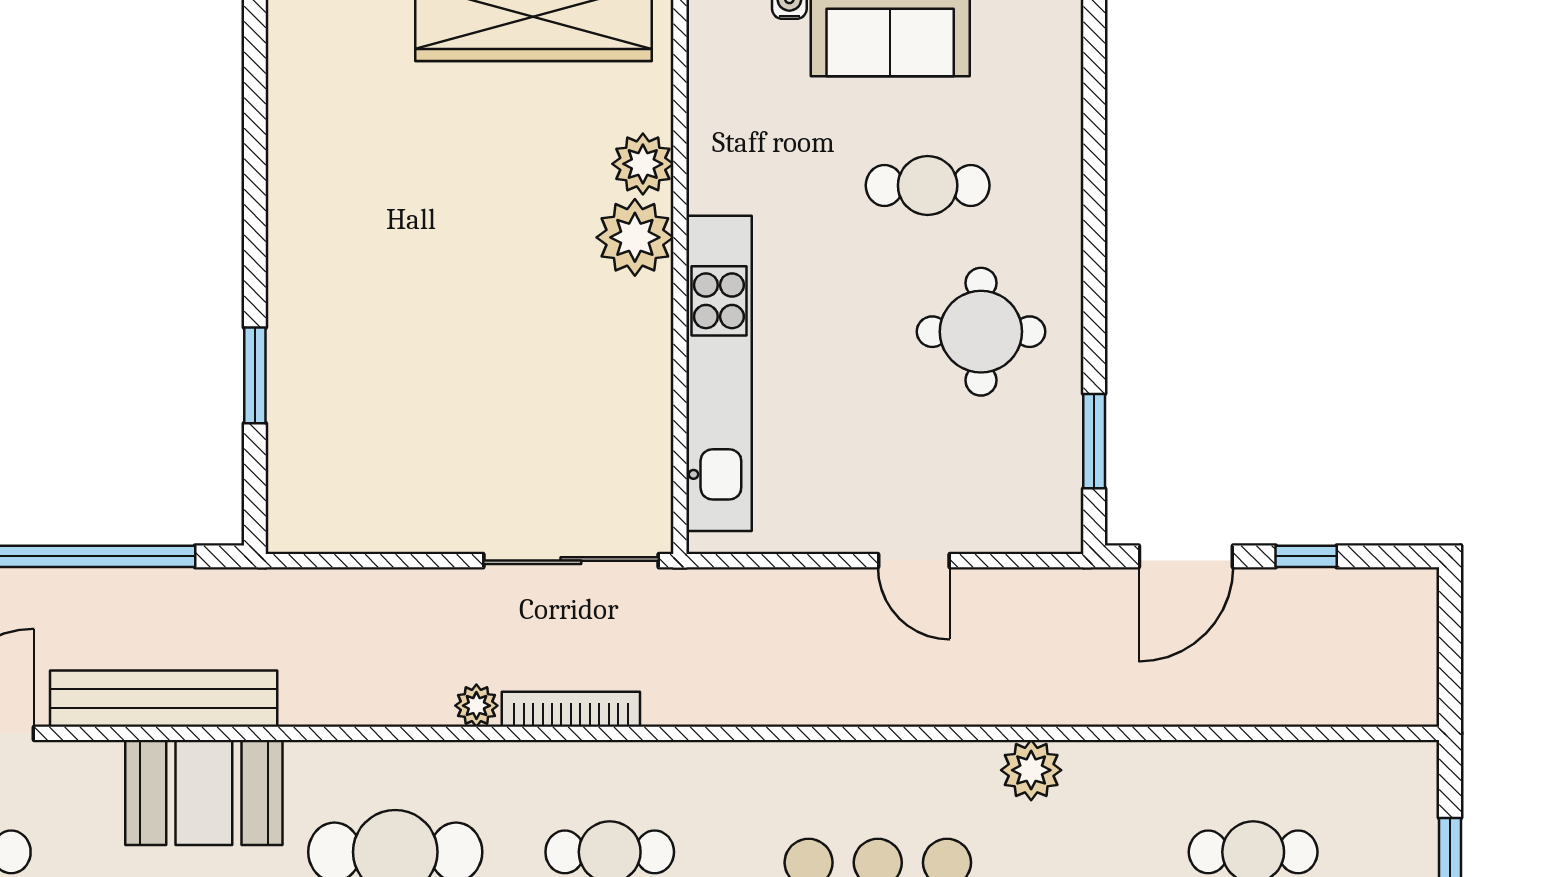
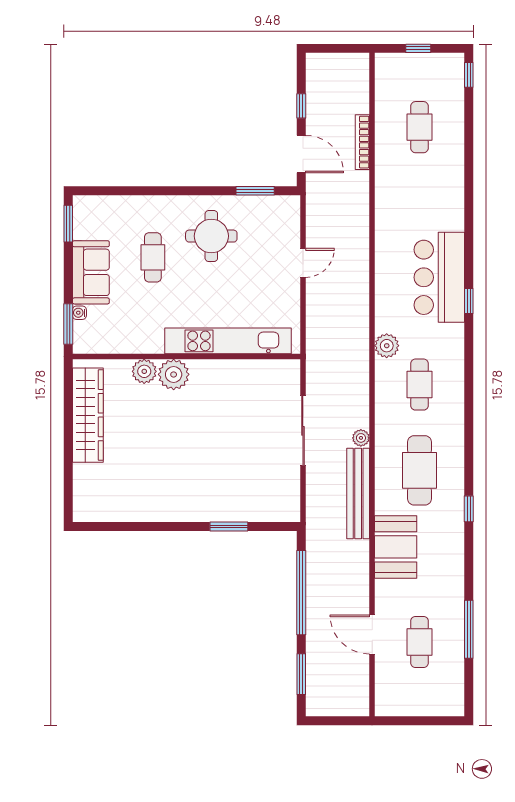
sliding door: (571, 561) -> (303, 431), moved
bench: (164, 699) -> (358, 494), moved
bookcase: (571, 709) -> (362, 142), moved
plant: (1031, 770) -> (387, 346), moved

